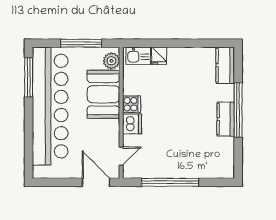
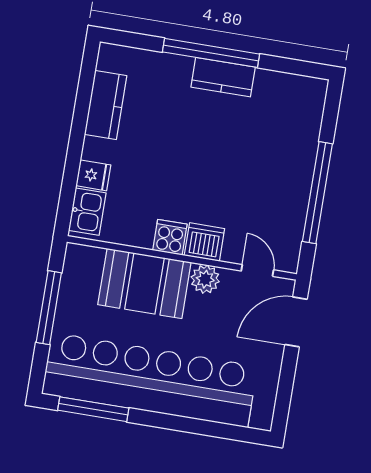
plant: (111, 61) -> (205, 279), moved
kitchen counter: (225, 65) -> (106, 105), moved, turned -90

